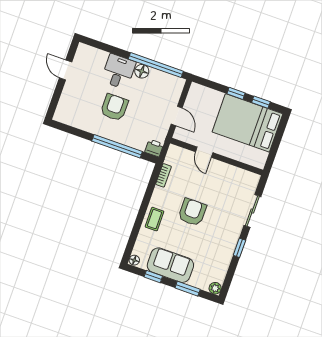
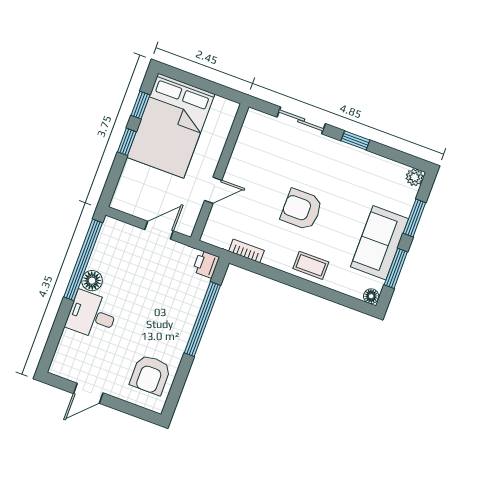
armchair: (114, 107) -> (150, 375), moved, turned -90
window: (153, 277) -> (396, 268), width x1.50

